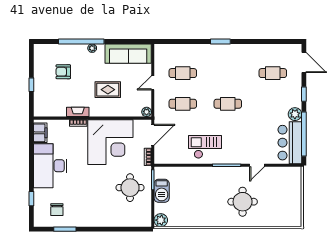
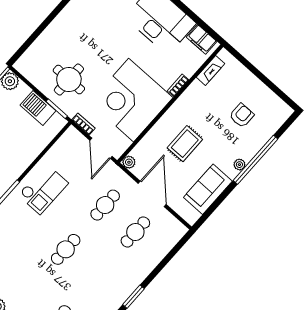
sofa: (128, 54) -> (208, 189), width x0.73
door: (153, 83) -> (152, 194), width x1.88
window: (31, 85) -> (257, 73), removed
fireplace: (78, 112) -> (211, 70), moved

